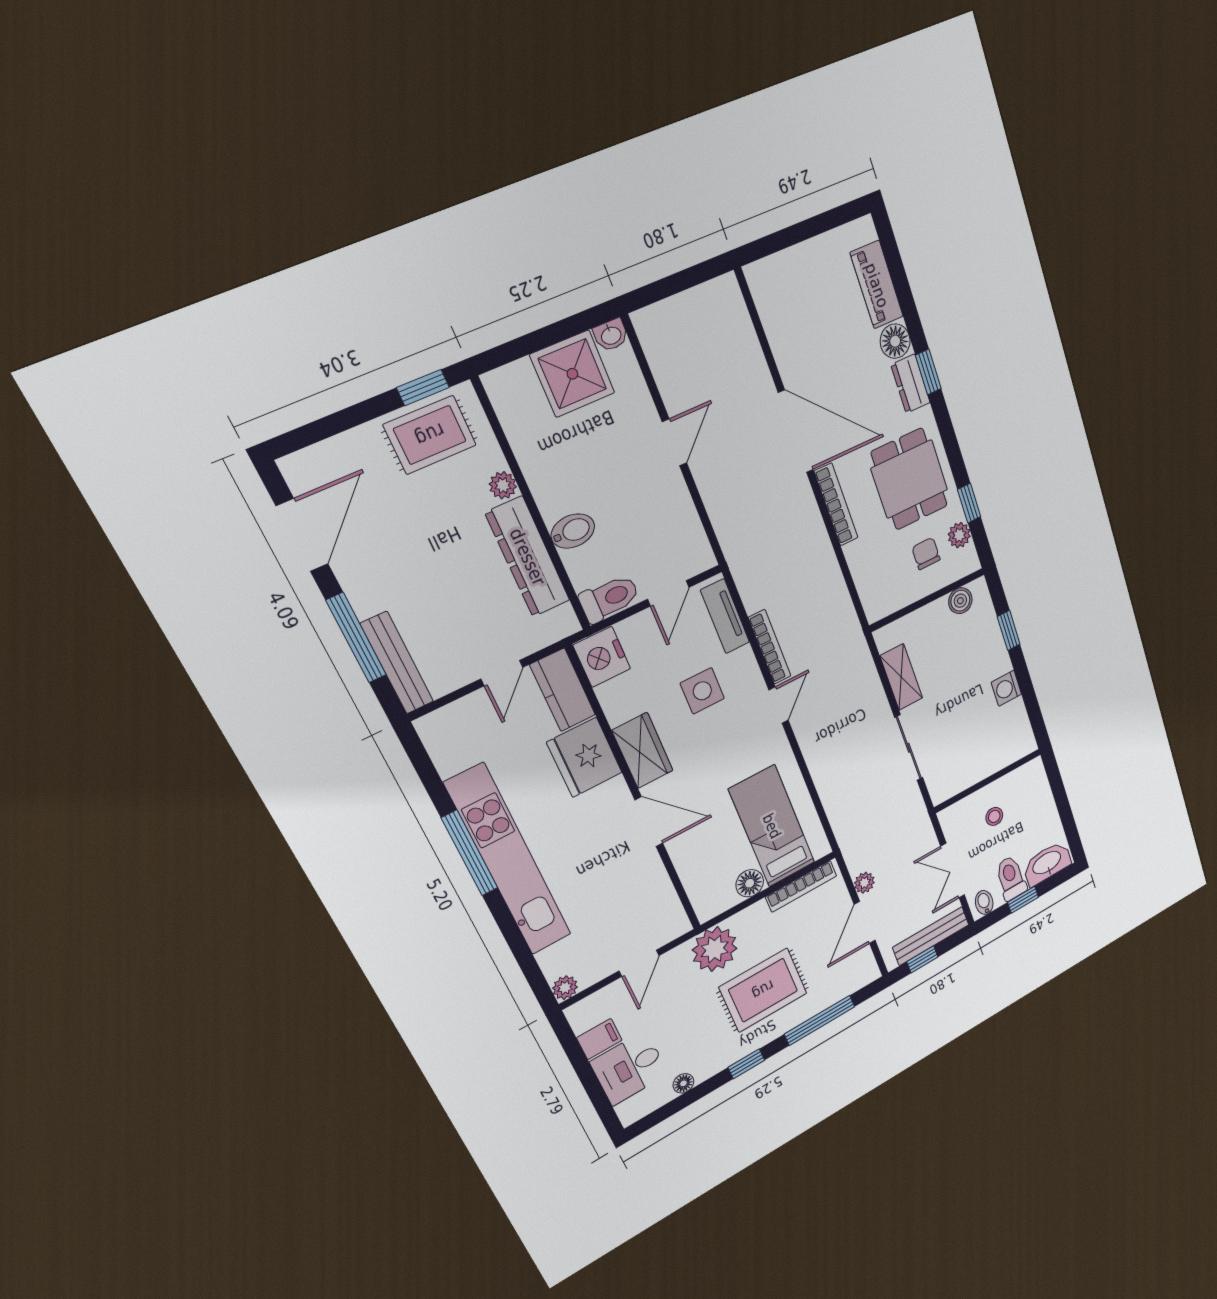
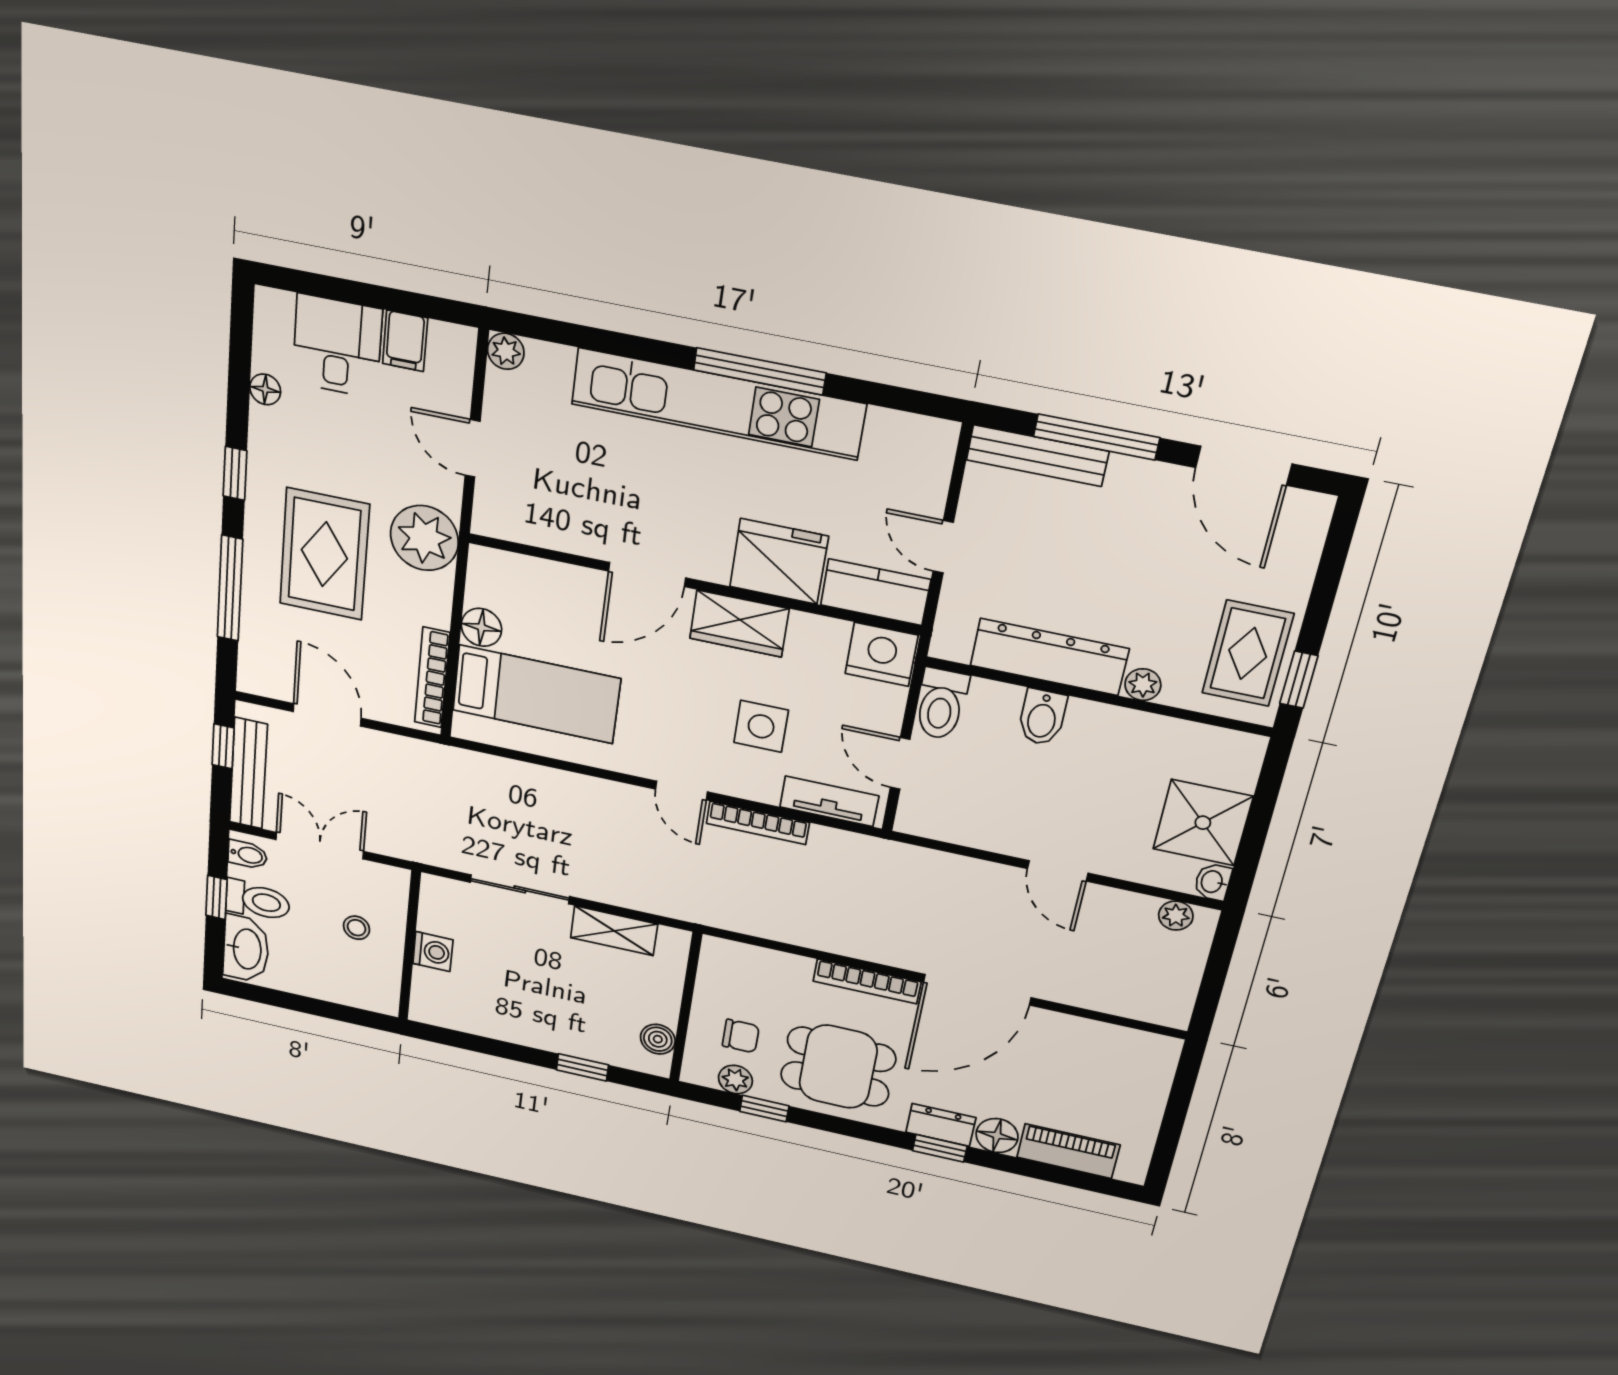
washing machine: (1006, 688) -> (433, 952), moved, turned 90
plant: (864, 883) -> (1176, 916), moved

